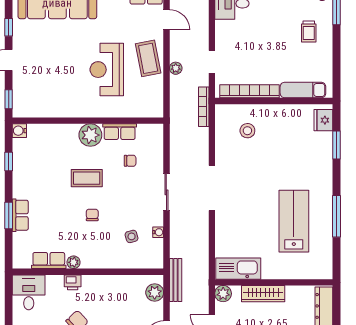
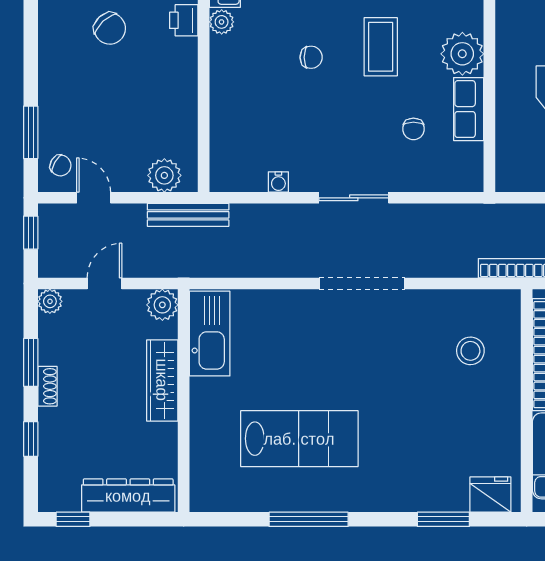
side table: (132, 236) -> (270, 132), removed

